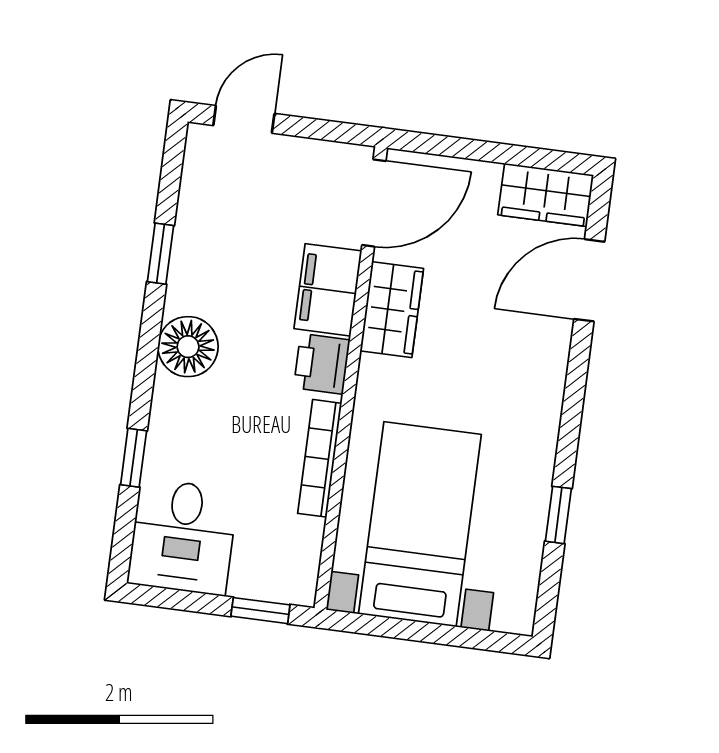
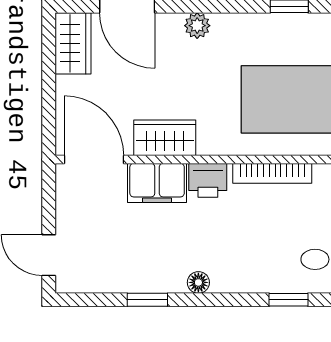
floor lamp: (188, 347) -> (198, 282), width x0.53, depth x0.53
plant: (548, 378) -> (197, 26), added

